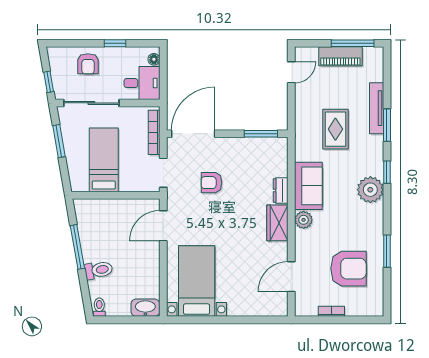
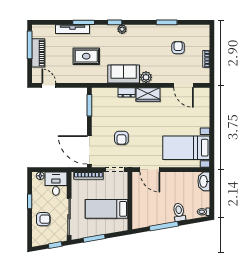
plant: (370, 190) -> (122, 29), width x0.53, depth x0.53
armchair: (349, 269) -> (178, 48), width x0.53, depth x0.53

